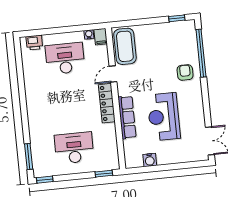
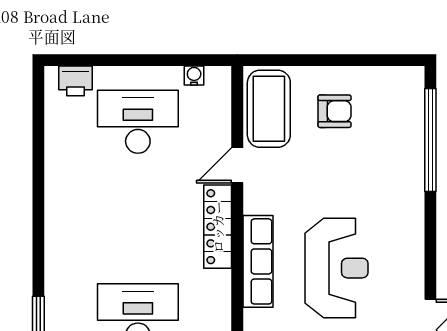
window: (177, 18) -> (386, 60), removed
filing cabinet: (101, 37) -> (219, 83), removed
armchair: (185, 72) -> (335, 111), moved, turned 90
reception desk: (164, 117) -> (336, 268), turned 180

